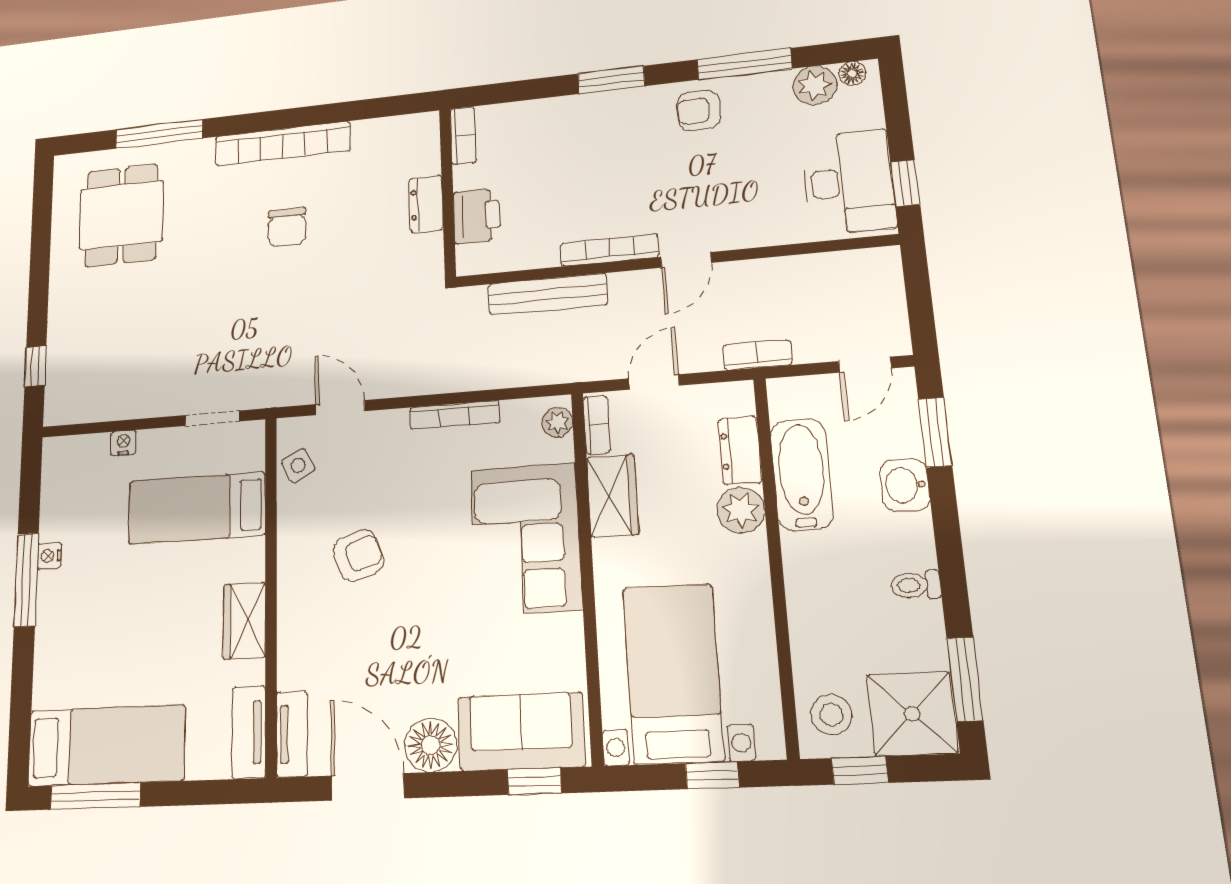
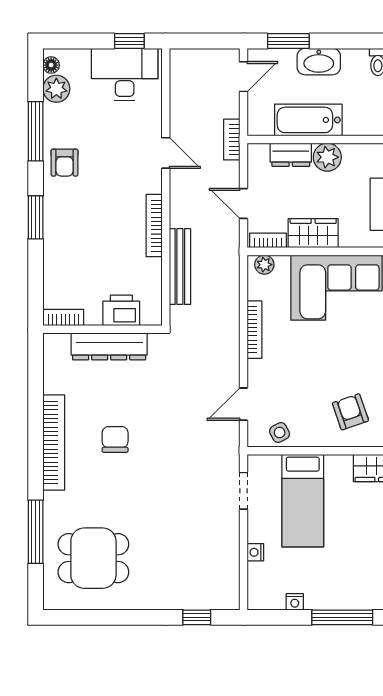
dresser: (426, 204) -> (109, 346), width x1.96, depth x1.24
chair: (287, 227) -> (115, 439), turned -90
door: (686, 260) -> (166, 153), moved
door: (865, 365) -> (243, 77), hinge flipped
washbasin: (905, 485) -> (319, 62), width x1.38
armchair: (358, 555) -> (350, 412), moved
nightstand: (49, 556) -> (295, 602), moved

